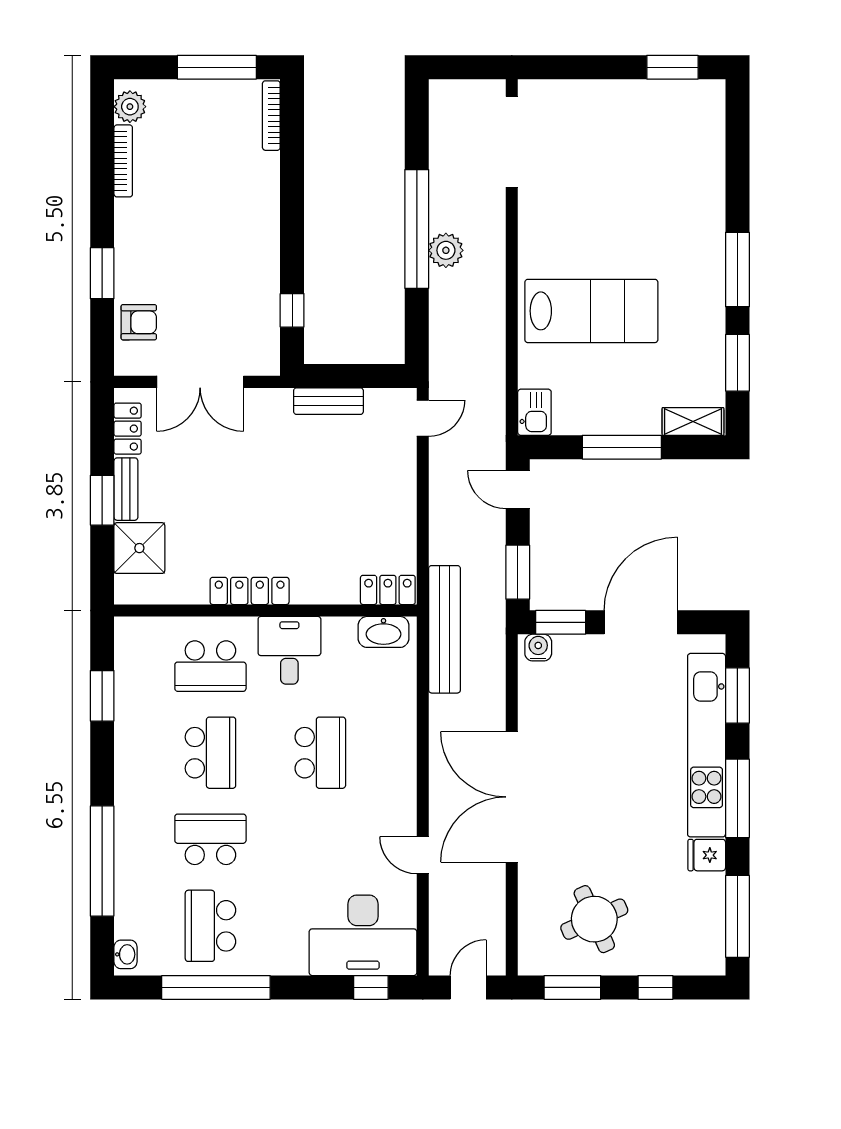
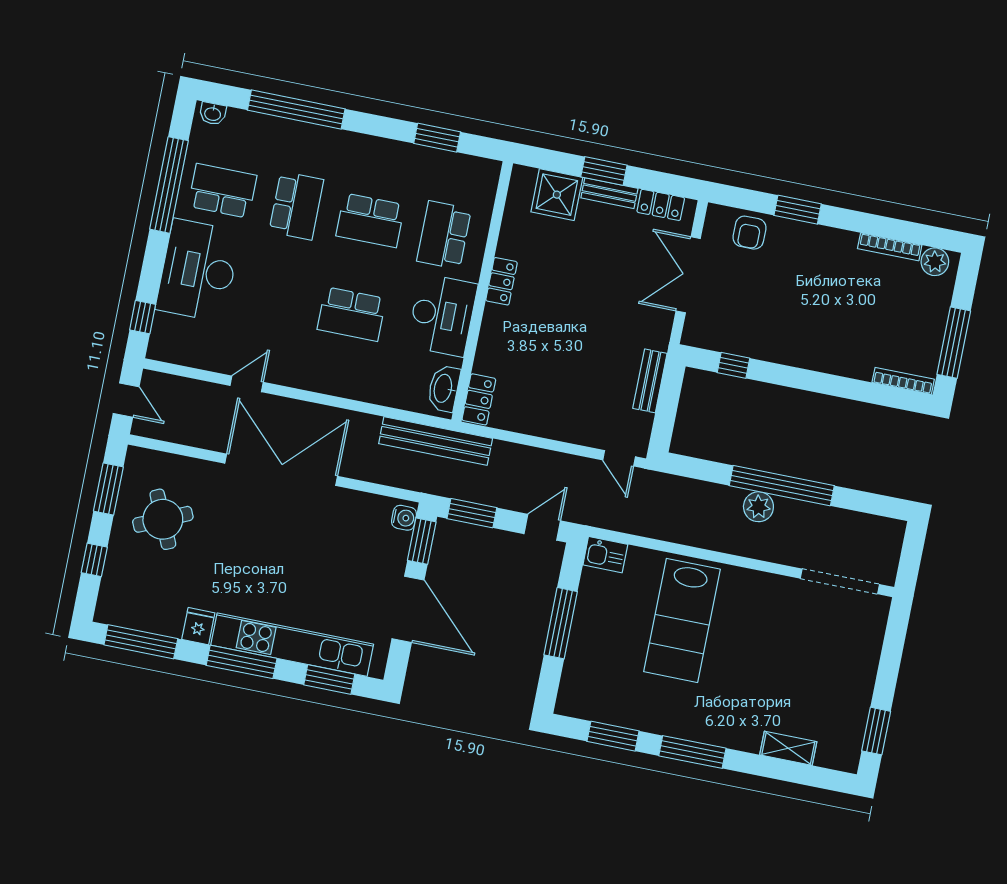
shelving: (693, 421) -> (788, 748), moved, turned 90
locker: (250, 591) -> (501, 281), width x0.66
desk: (289, 650) -> (442, 315), width x1.37
desk: (363, 935) -> (198, 270), moved

